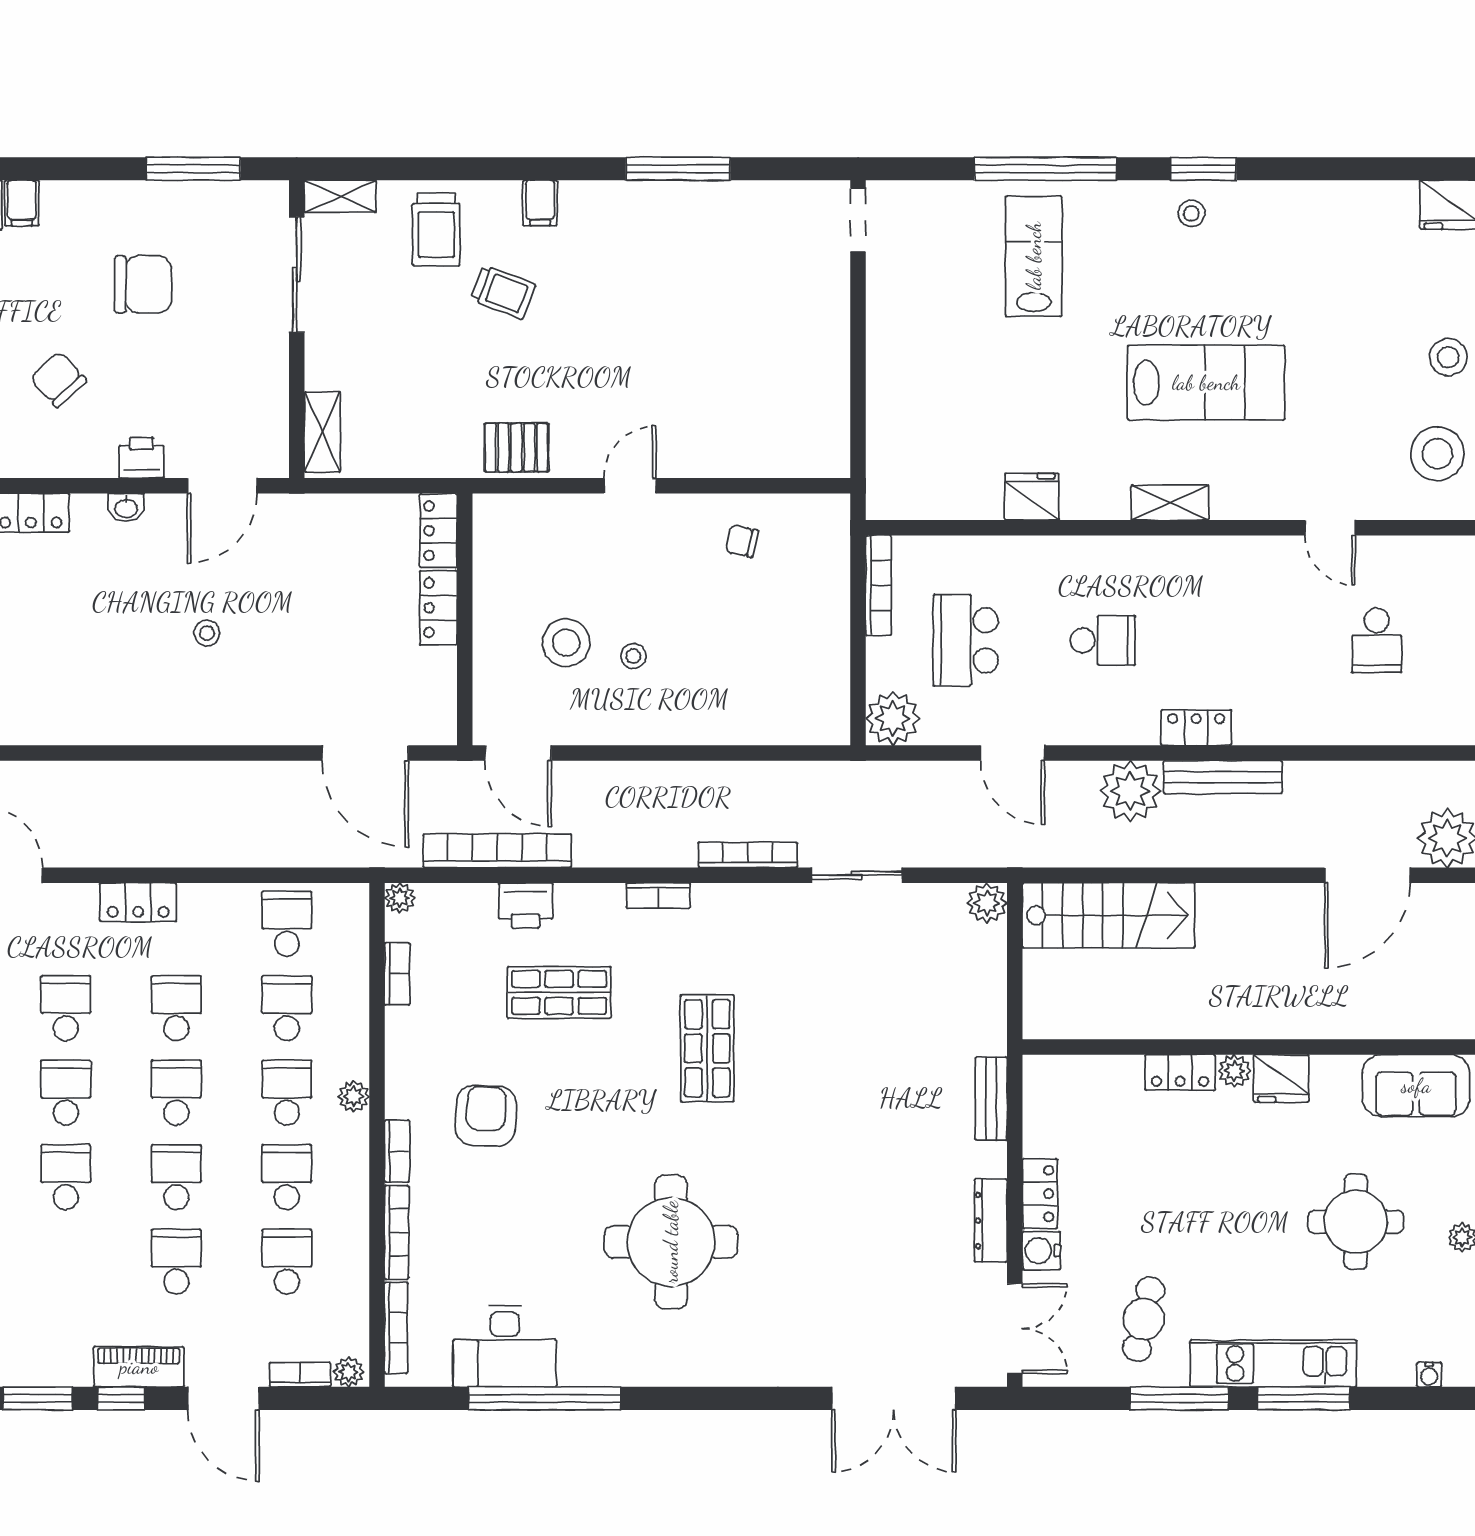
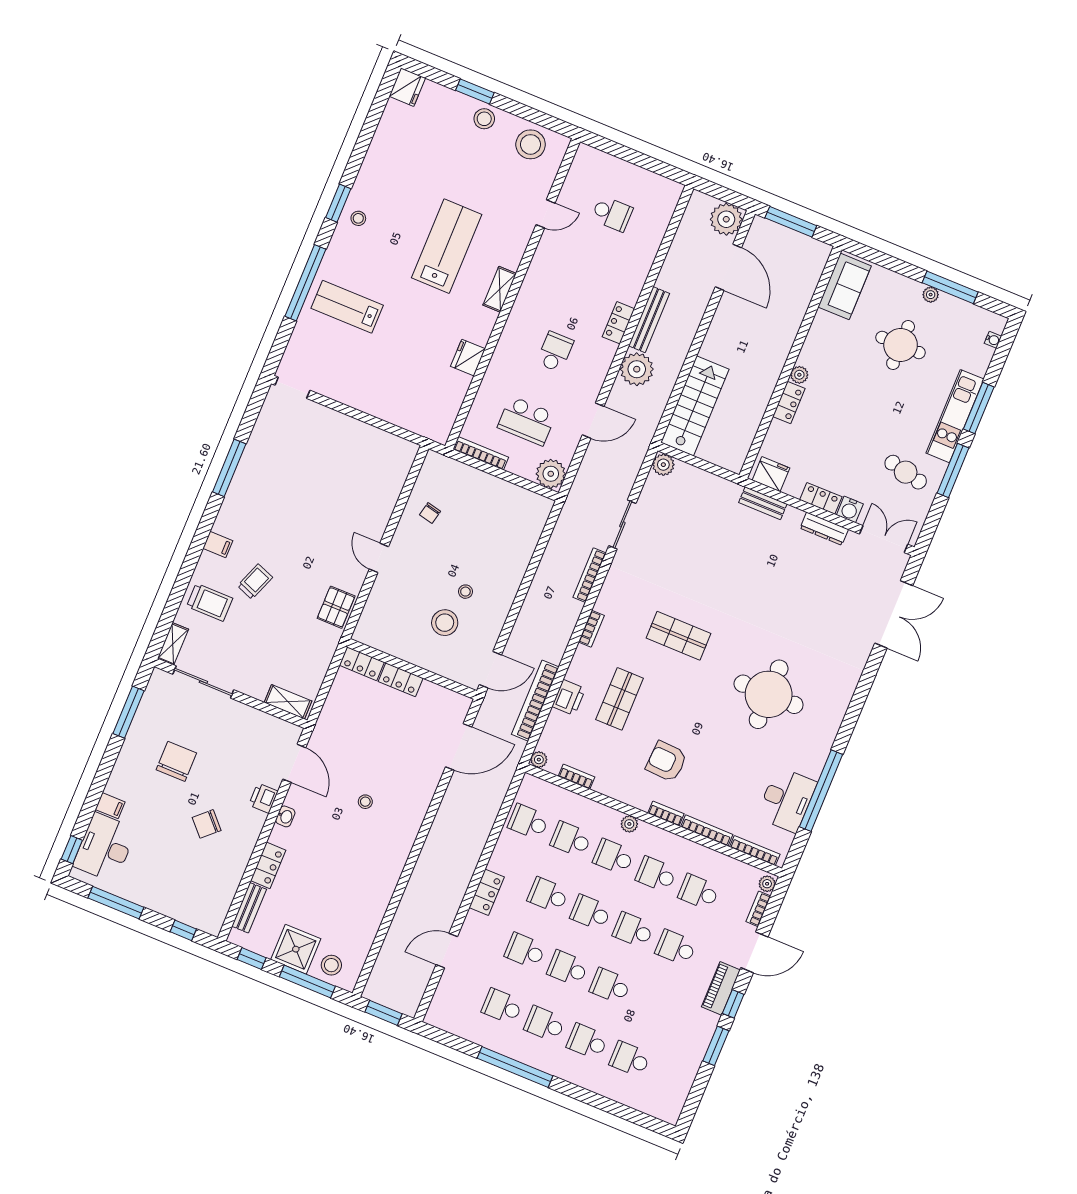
fridge: (1281, 1078) -> (771, 474), moved, turned -90

